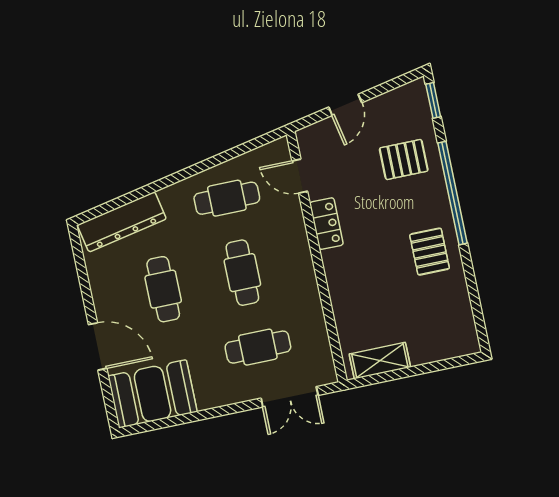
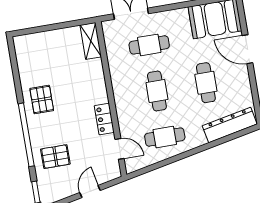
shelving: (380, 361) -> (91, 41), moved, turned 90

